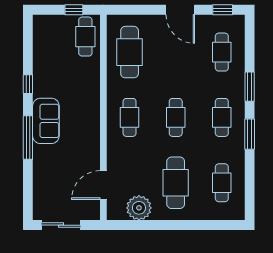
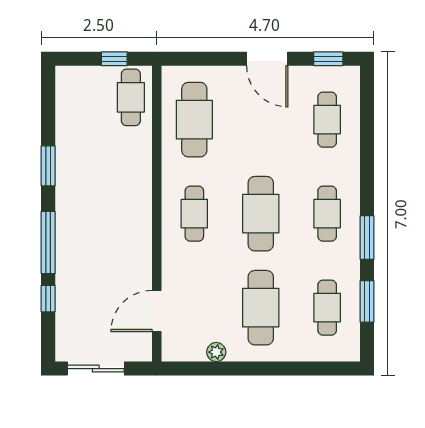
window: (28, 84) -> (48, 166), width x1.50
window: (250, 87) -> (367, 301), moved
cafe table: (176, 117) -> (261, 214), width x1.37, depth x1.35
sofa: (46, 121) -> (74, 219), removed
window: (28, 176) -> (48, 299), added
plant: (139, 208) -> (216, 352), width x0.53, depth x0.53

